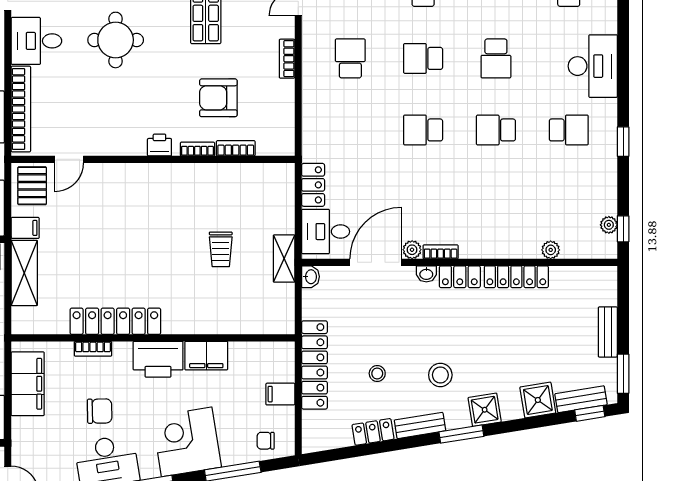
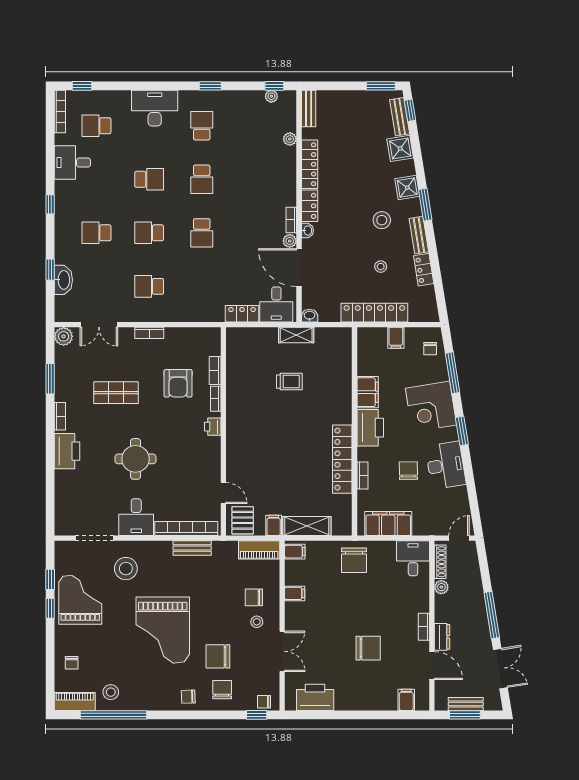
school desk: (423, 58) -> (149, 233), turned 90
pallet: (32, 186) -> (243, 520), turned 90
bench: (608, 332) -> (309, 108), moved, turned 90

